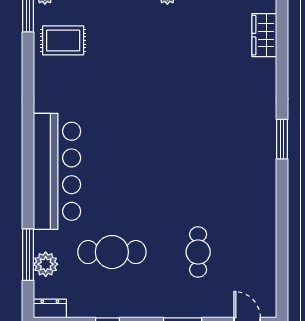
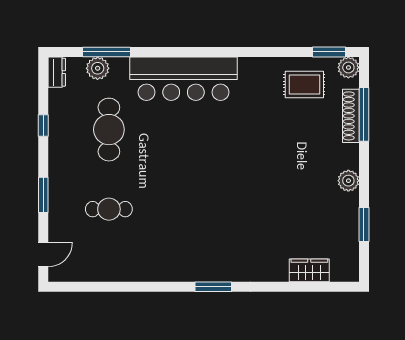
rug: (63, 40) -> (304, 84), turned 90

